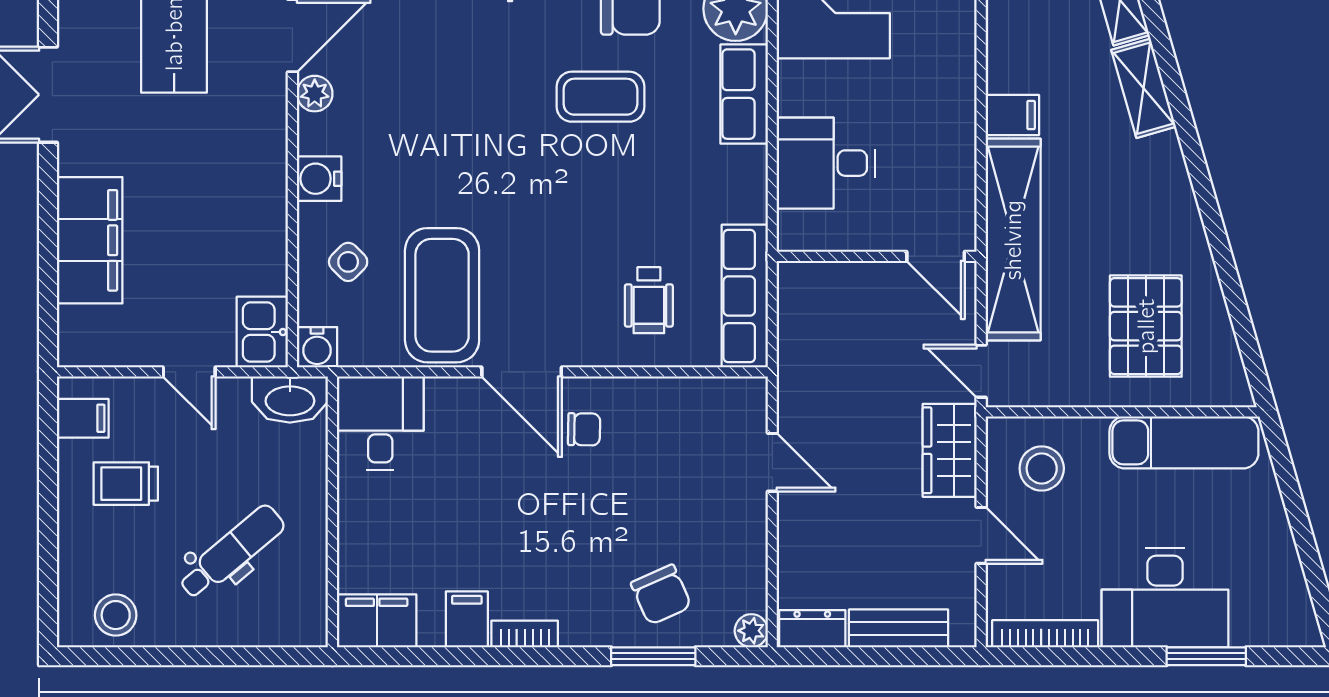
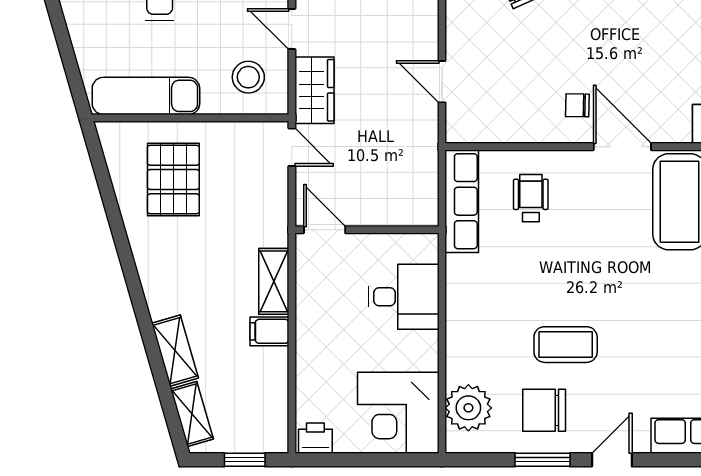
row of seats: (744, 94) -> (462, 346), removed
shelving: (1013, 240) -> (274, 281), width x0.45, depth x0.75

